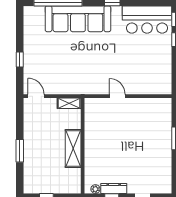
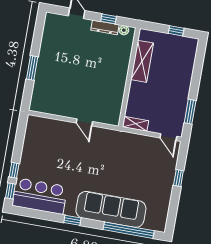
shelving: (73, 149) -> (142, 61), moved
window: (20, 151) -> (190, 112), moved

